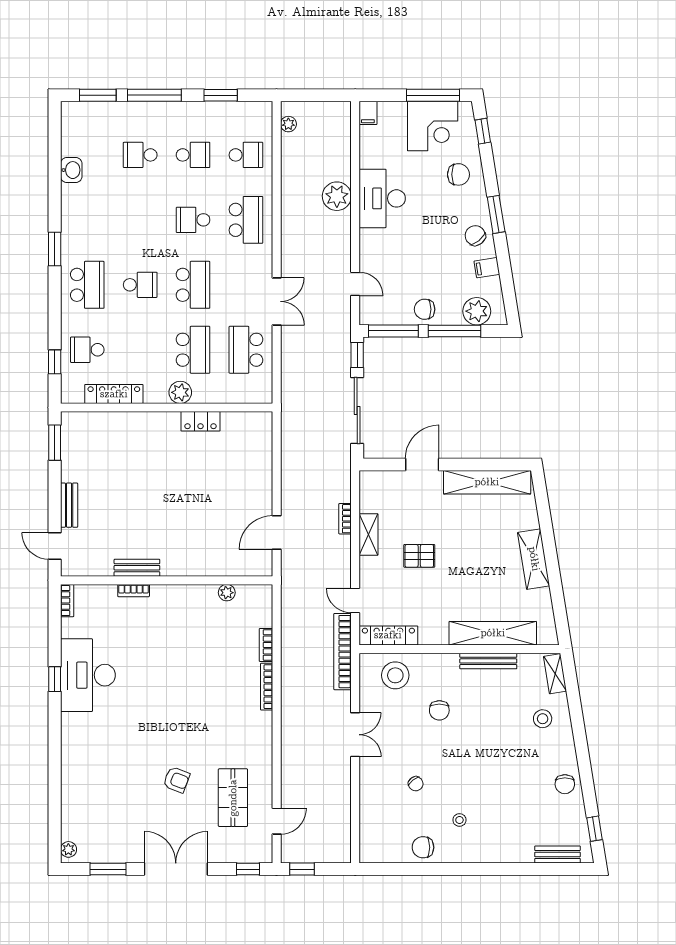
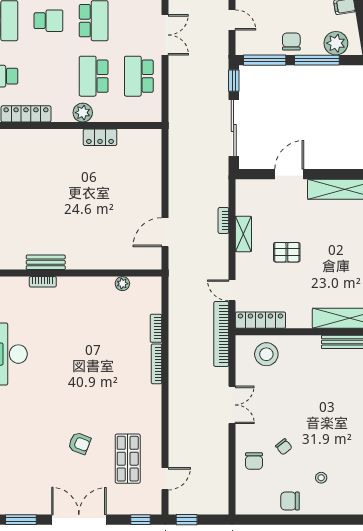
chair: (425, 309) -> (291, 42), turned 90
school desk: (193, 350) -> (94, 76), turned 180
chair: (439, 710) -> (254, 461), moved

